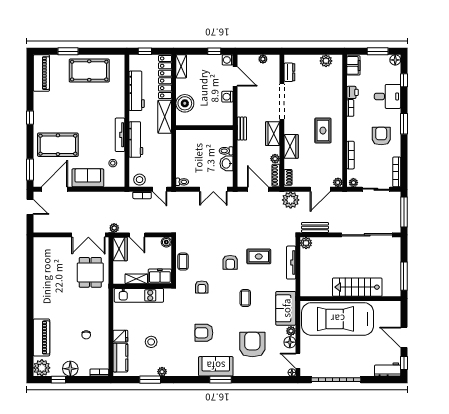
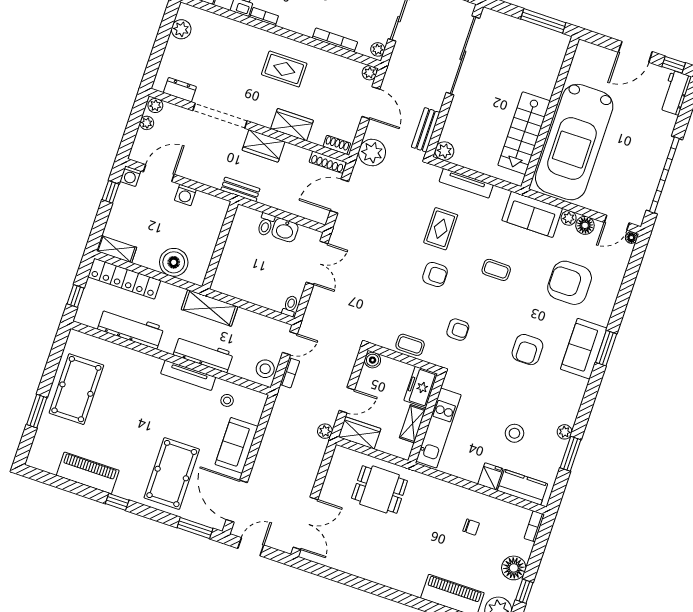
piano: (41, 73) -> (88, 473), moved
shelving: (165, 117) -> (210, 308), moved
plant: (275, 159) -> (155, 105), moved
double door: (88, 235) -> (305, 523), moved
stairs: (357, 287) -> (524, 133), moved

